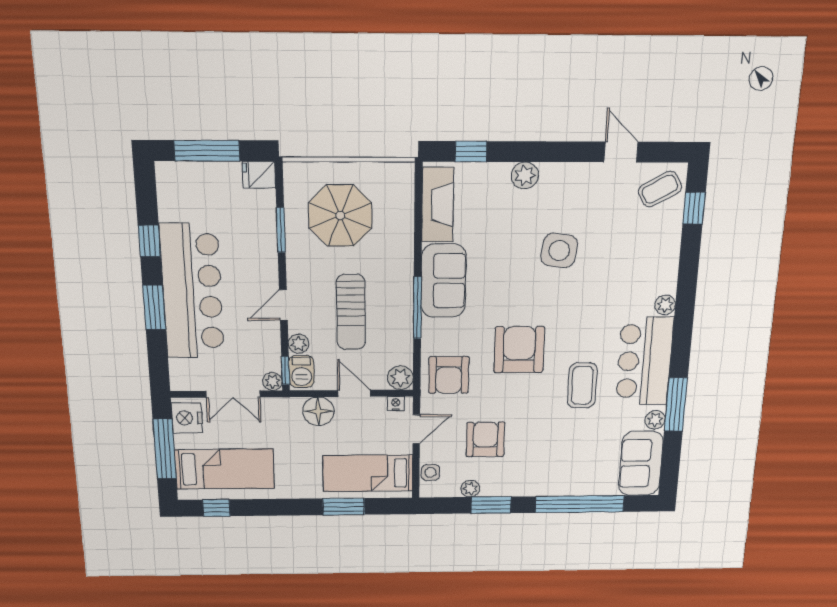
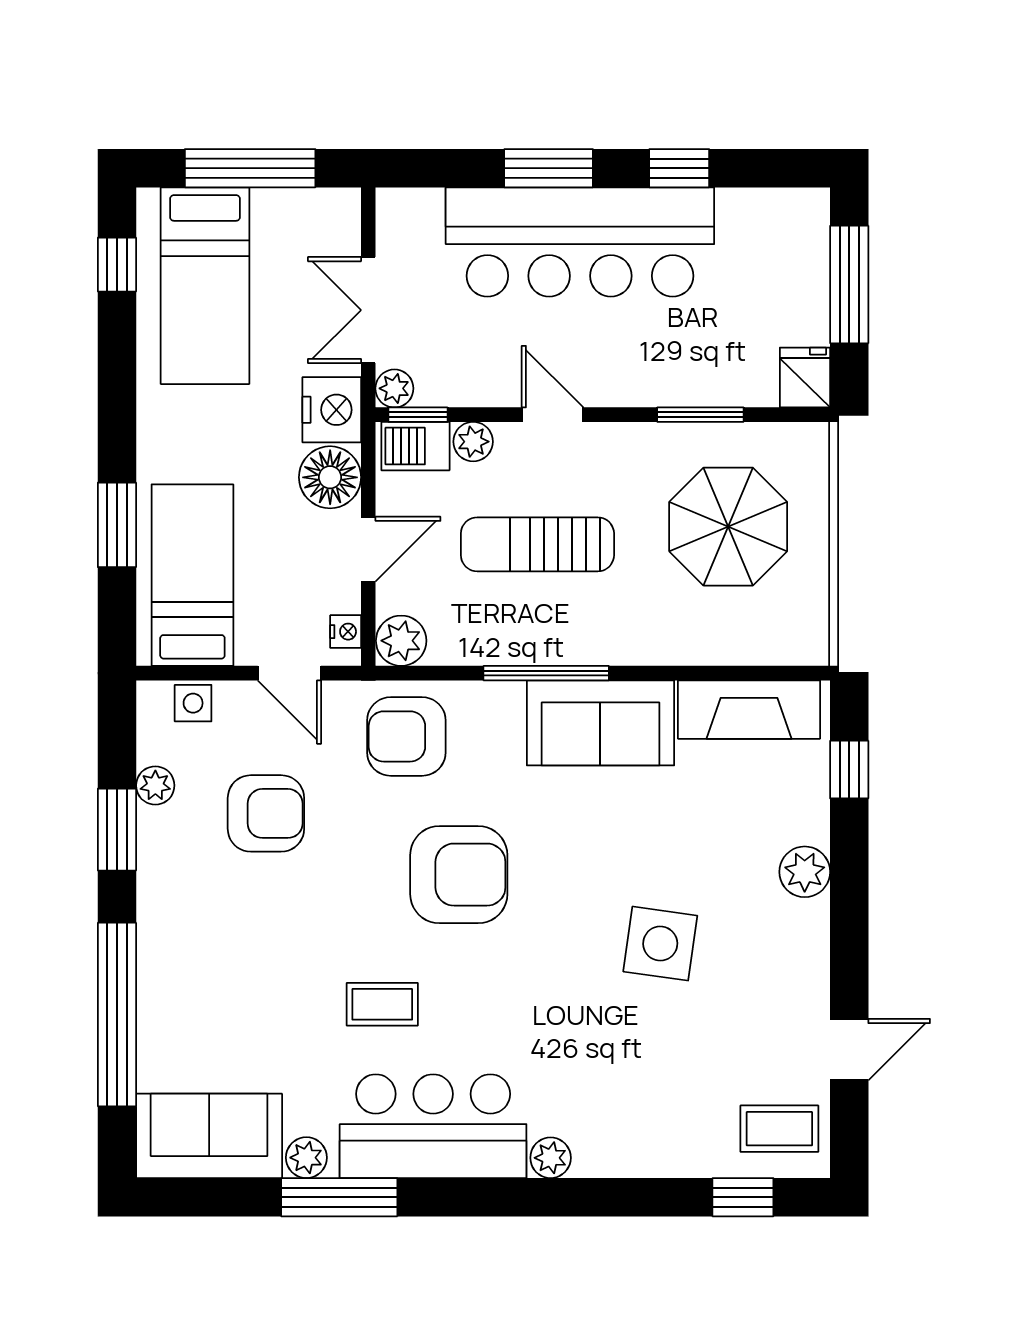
coffee table: (660, 189) -> (779, 1129), turned -61
coffee table: (582, 385) -> (382, 1004), width x0.73, depth x0.77
nightstand: (187, 418) -> (332, 410), moved, turned 90

